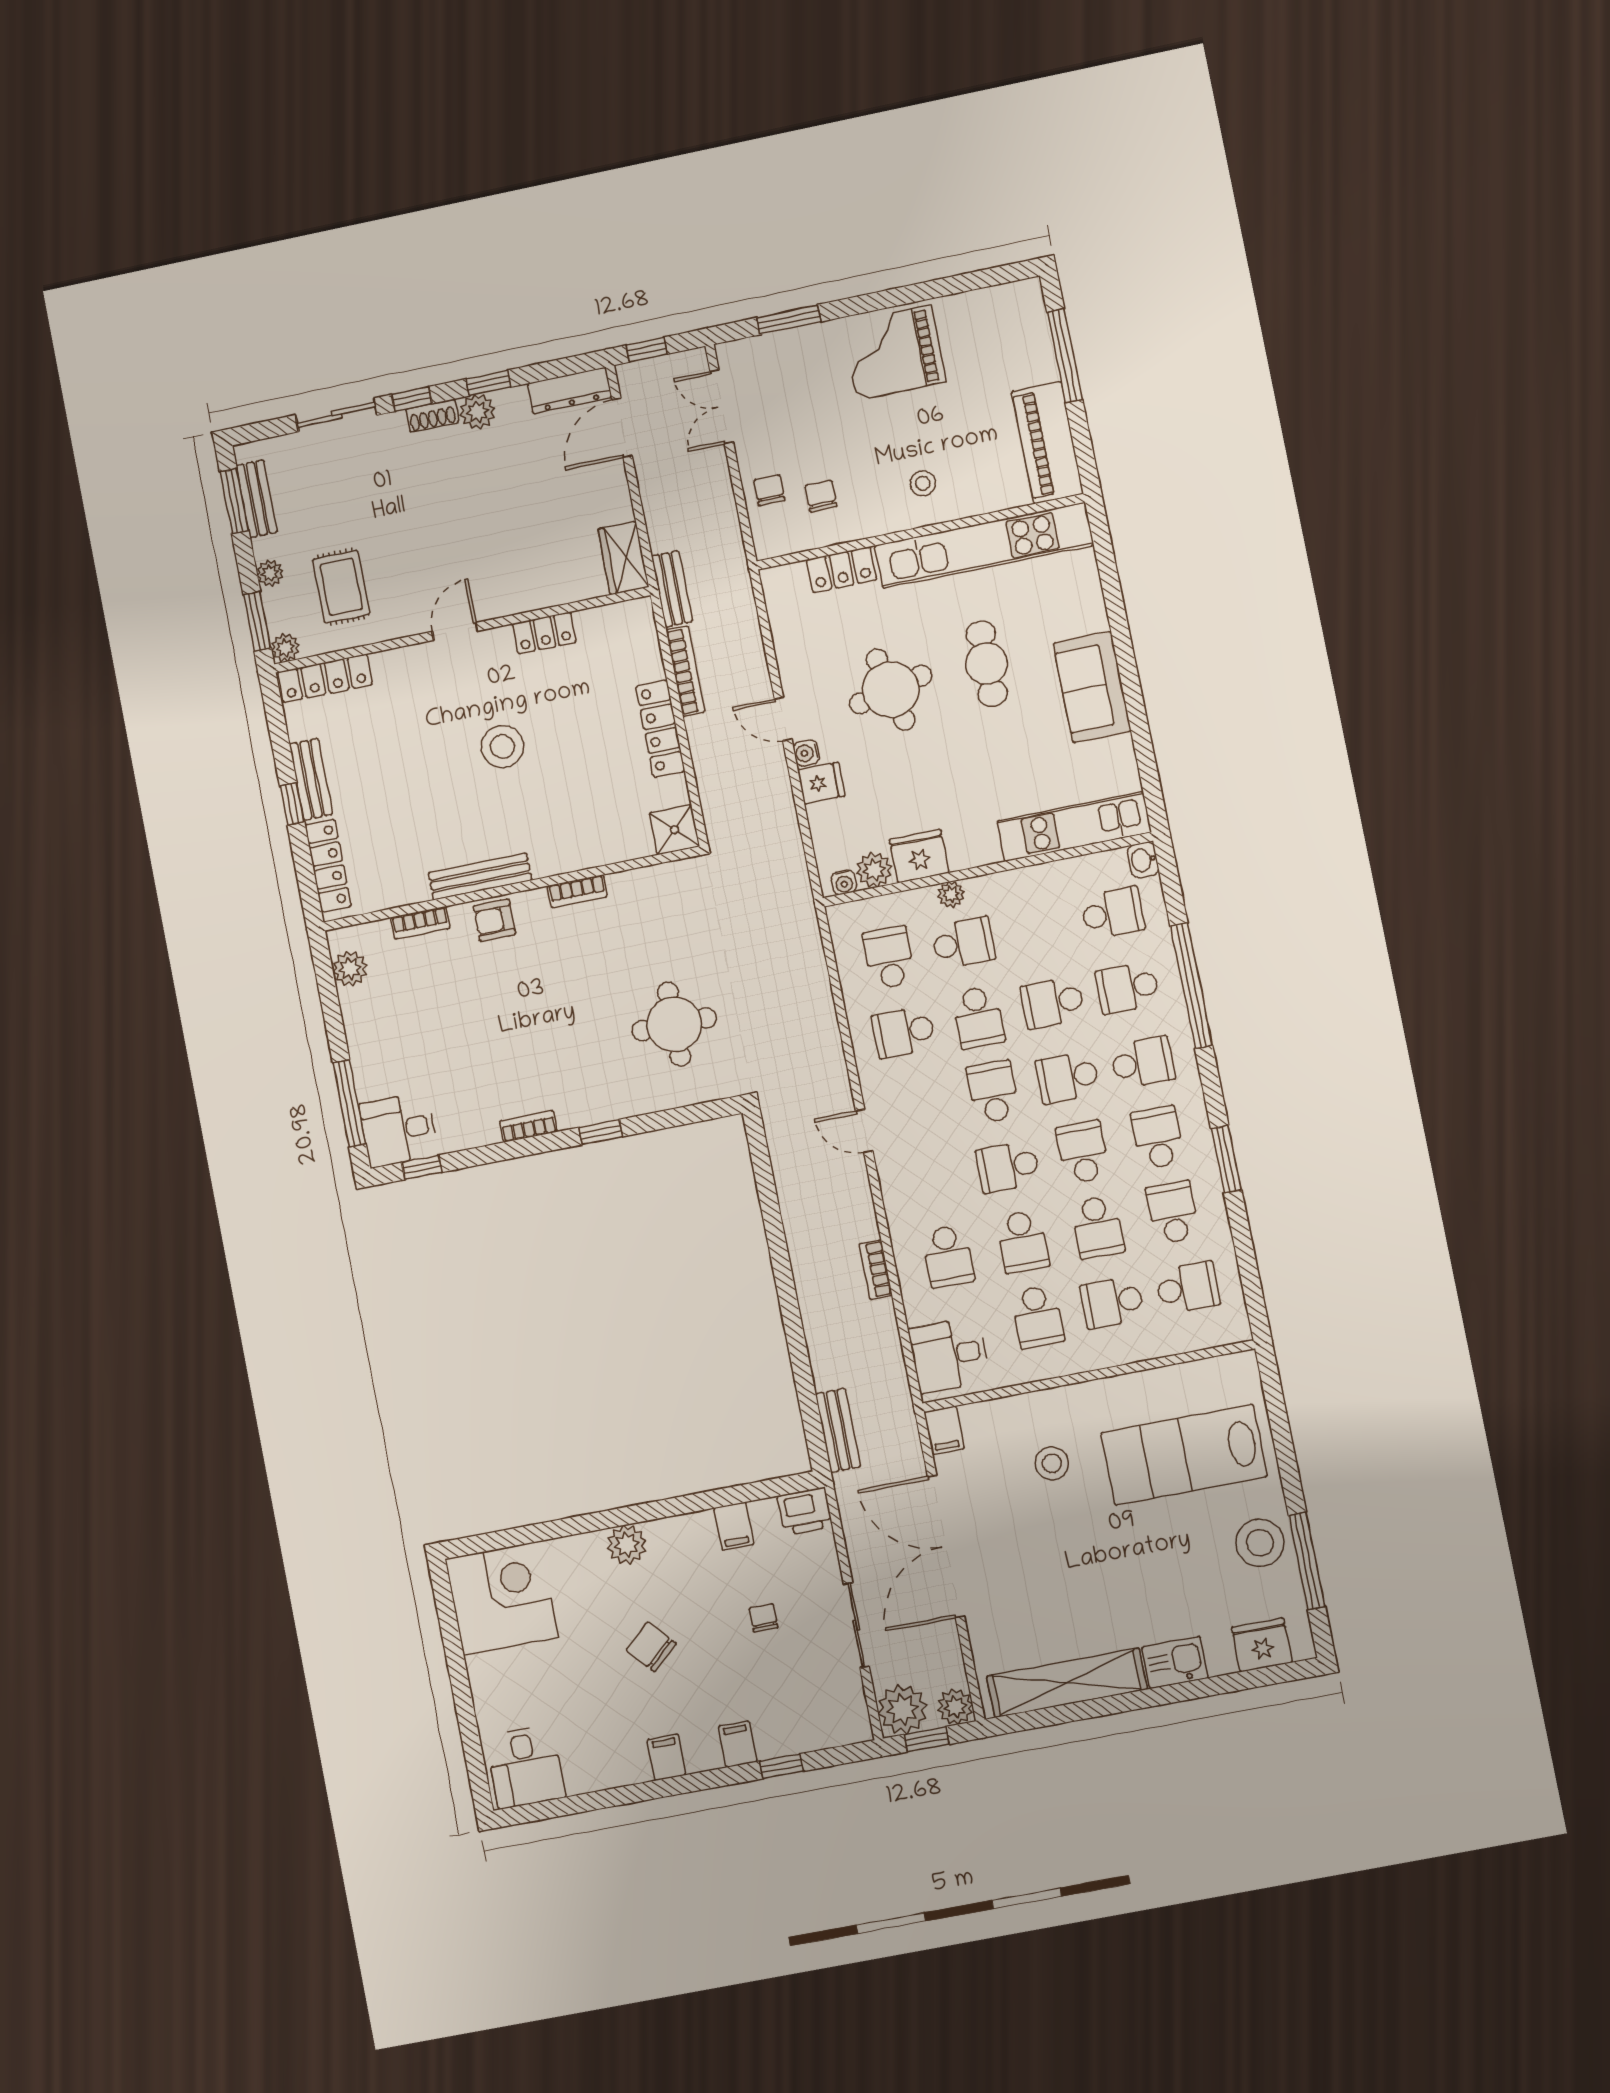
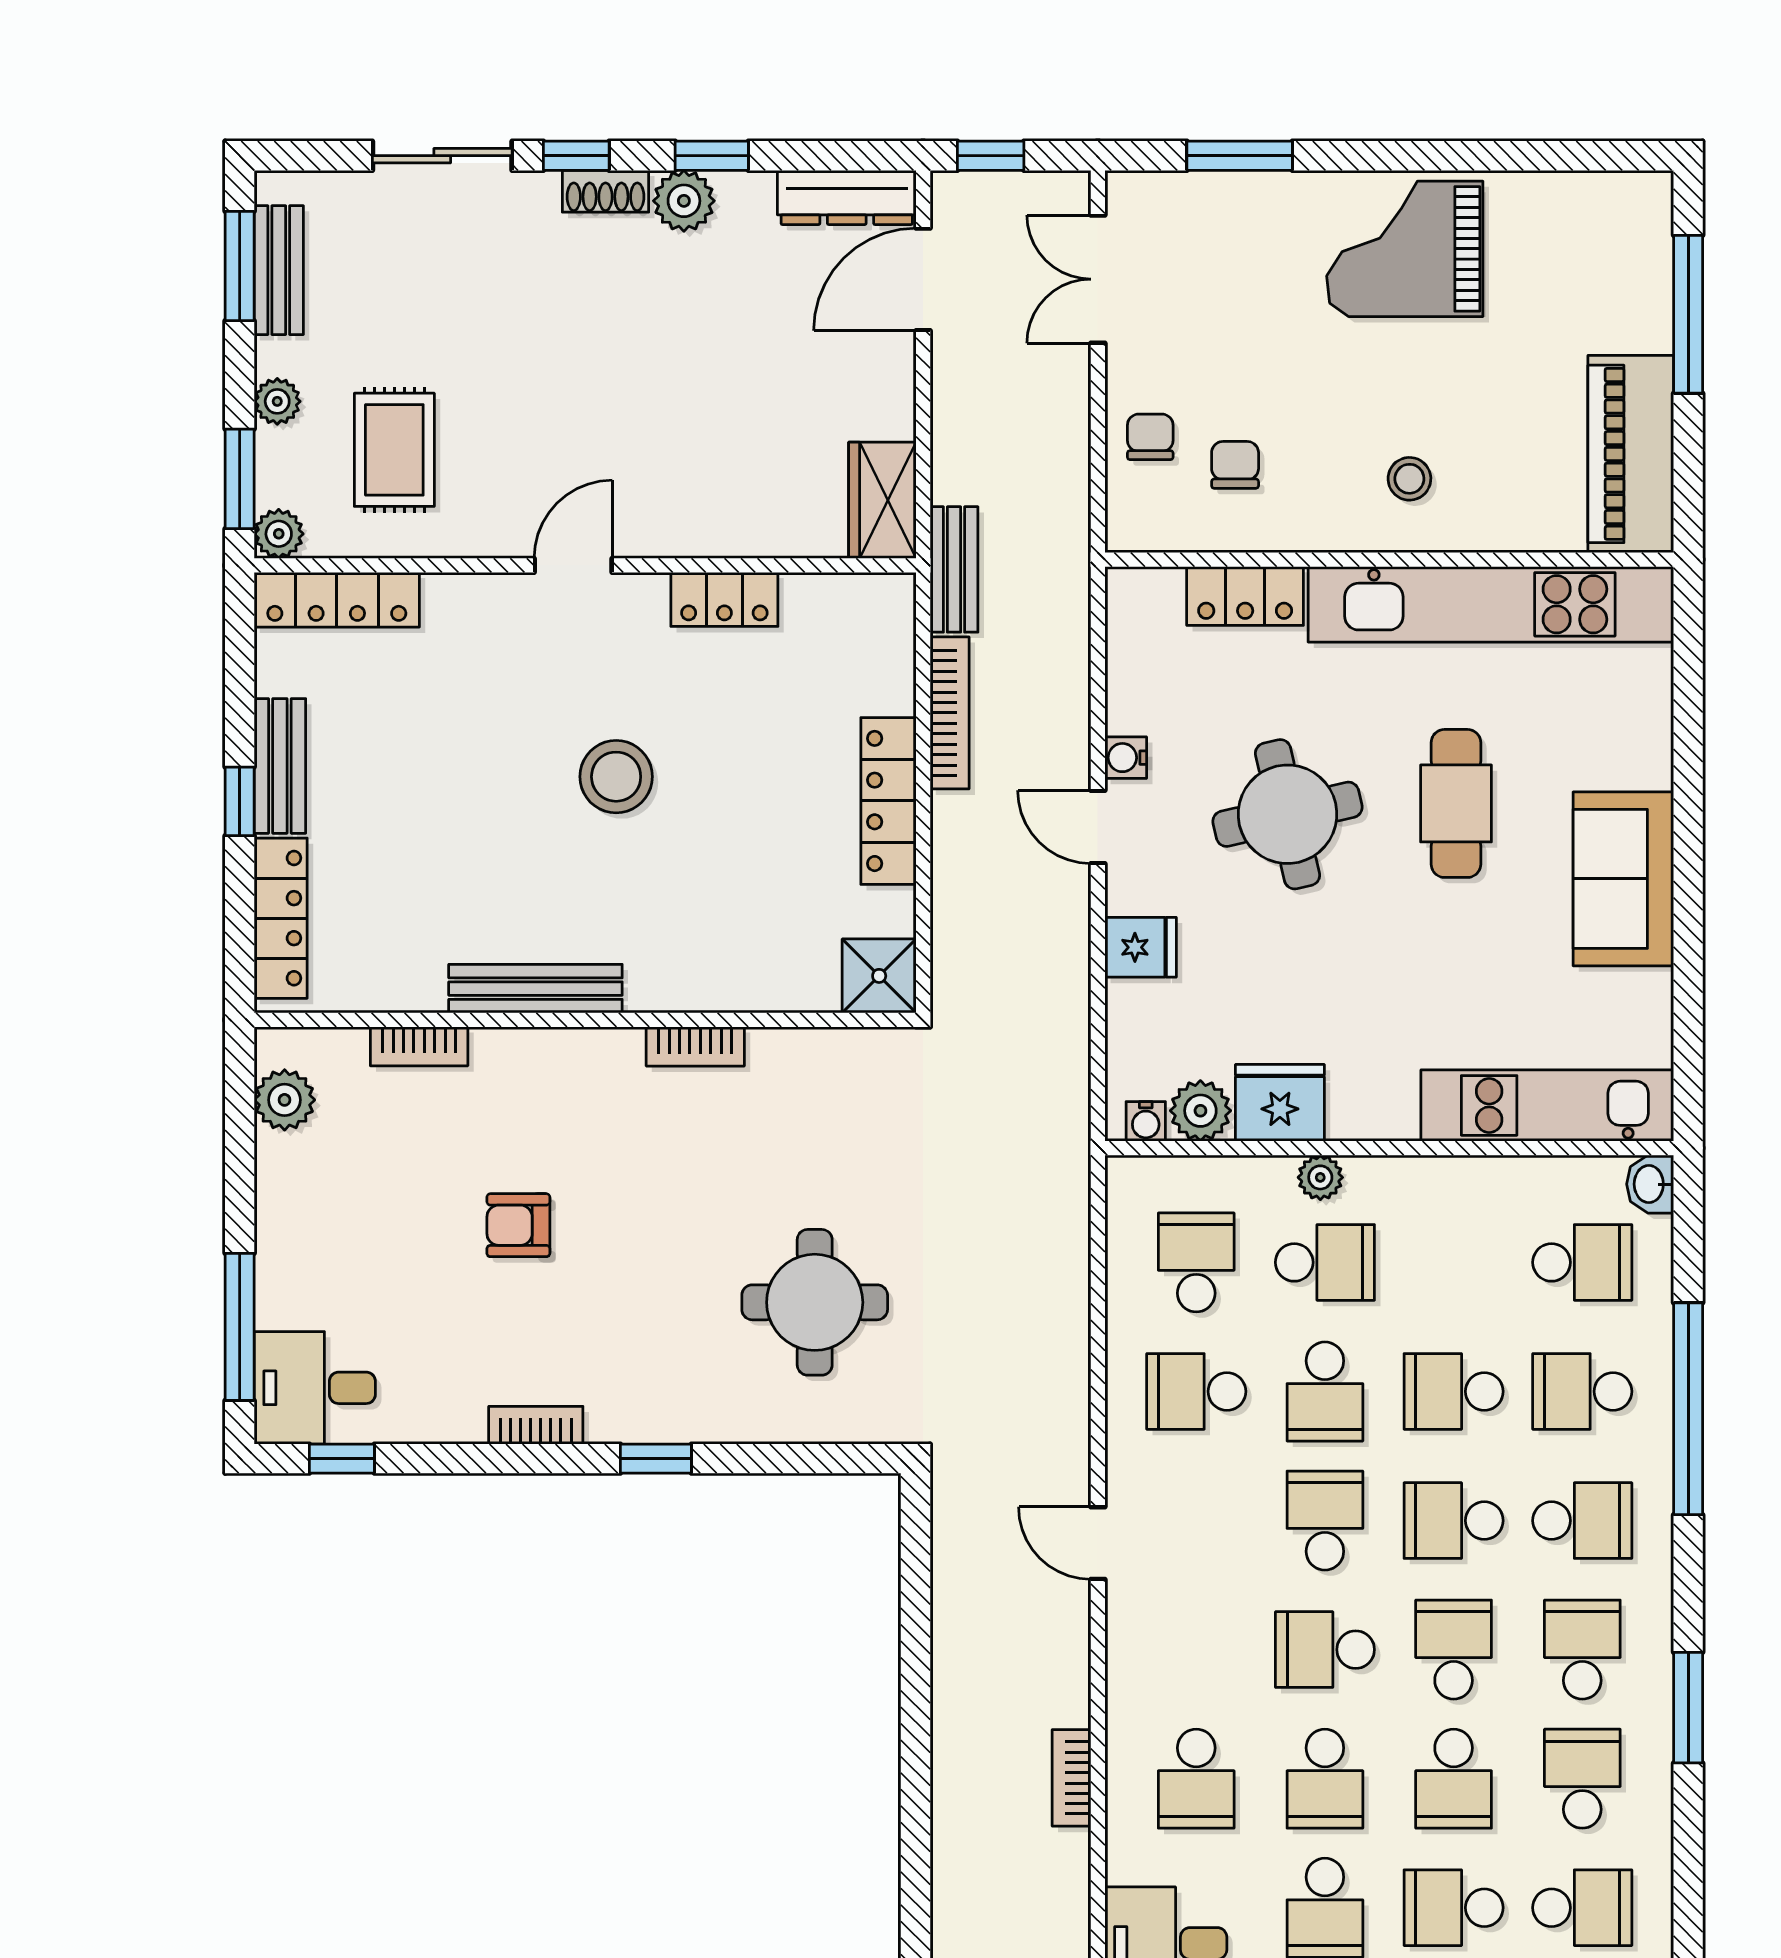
water cooler: (806, 753) -> (1126, 758), moved
armchair: (494, 920) -> (518, 1225), moved

